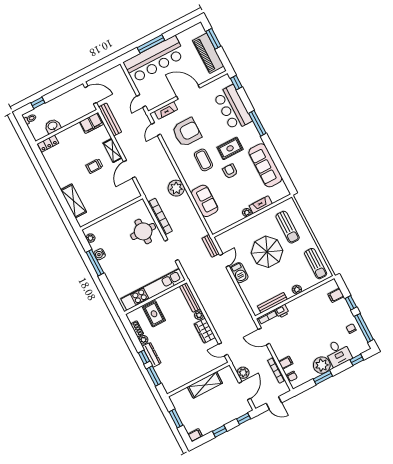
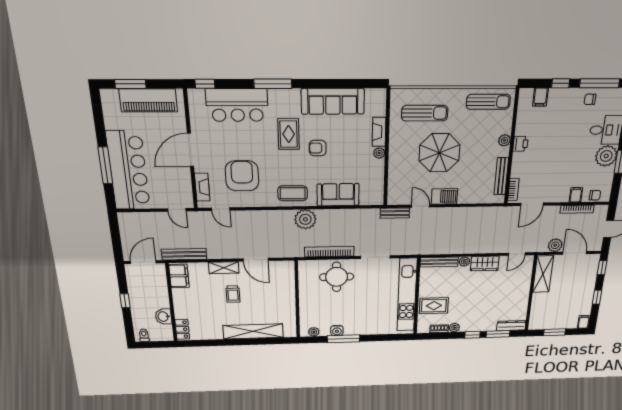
window: (38, 103) -> (125, 301), moved
coffee table: (203, 160) -> (293, 193), moved
shelving: (74, 201) -> (253, 331), width x1.47
printer: (282, 311) -> (520, 144), moved
dresser: (152, 355) -> (511, 326), moved
shelving: (205, 385) -> (543, 274), moved

